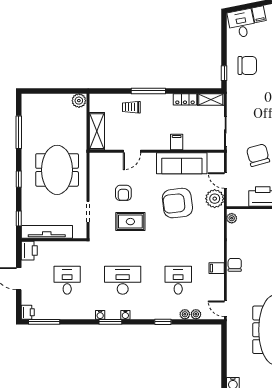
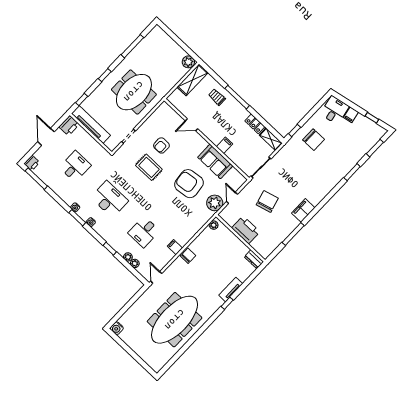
shelving: (97, 131) -> (193, 80), moved
sofa: (182, 163) -> (215, 162), width x0.73
desk: (178, 280) -> (144, 232), turned 180

